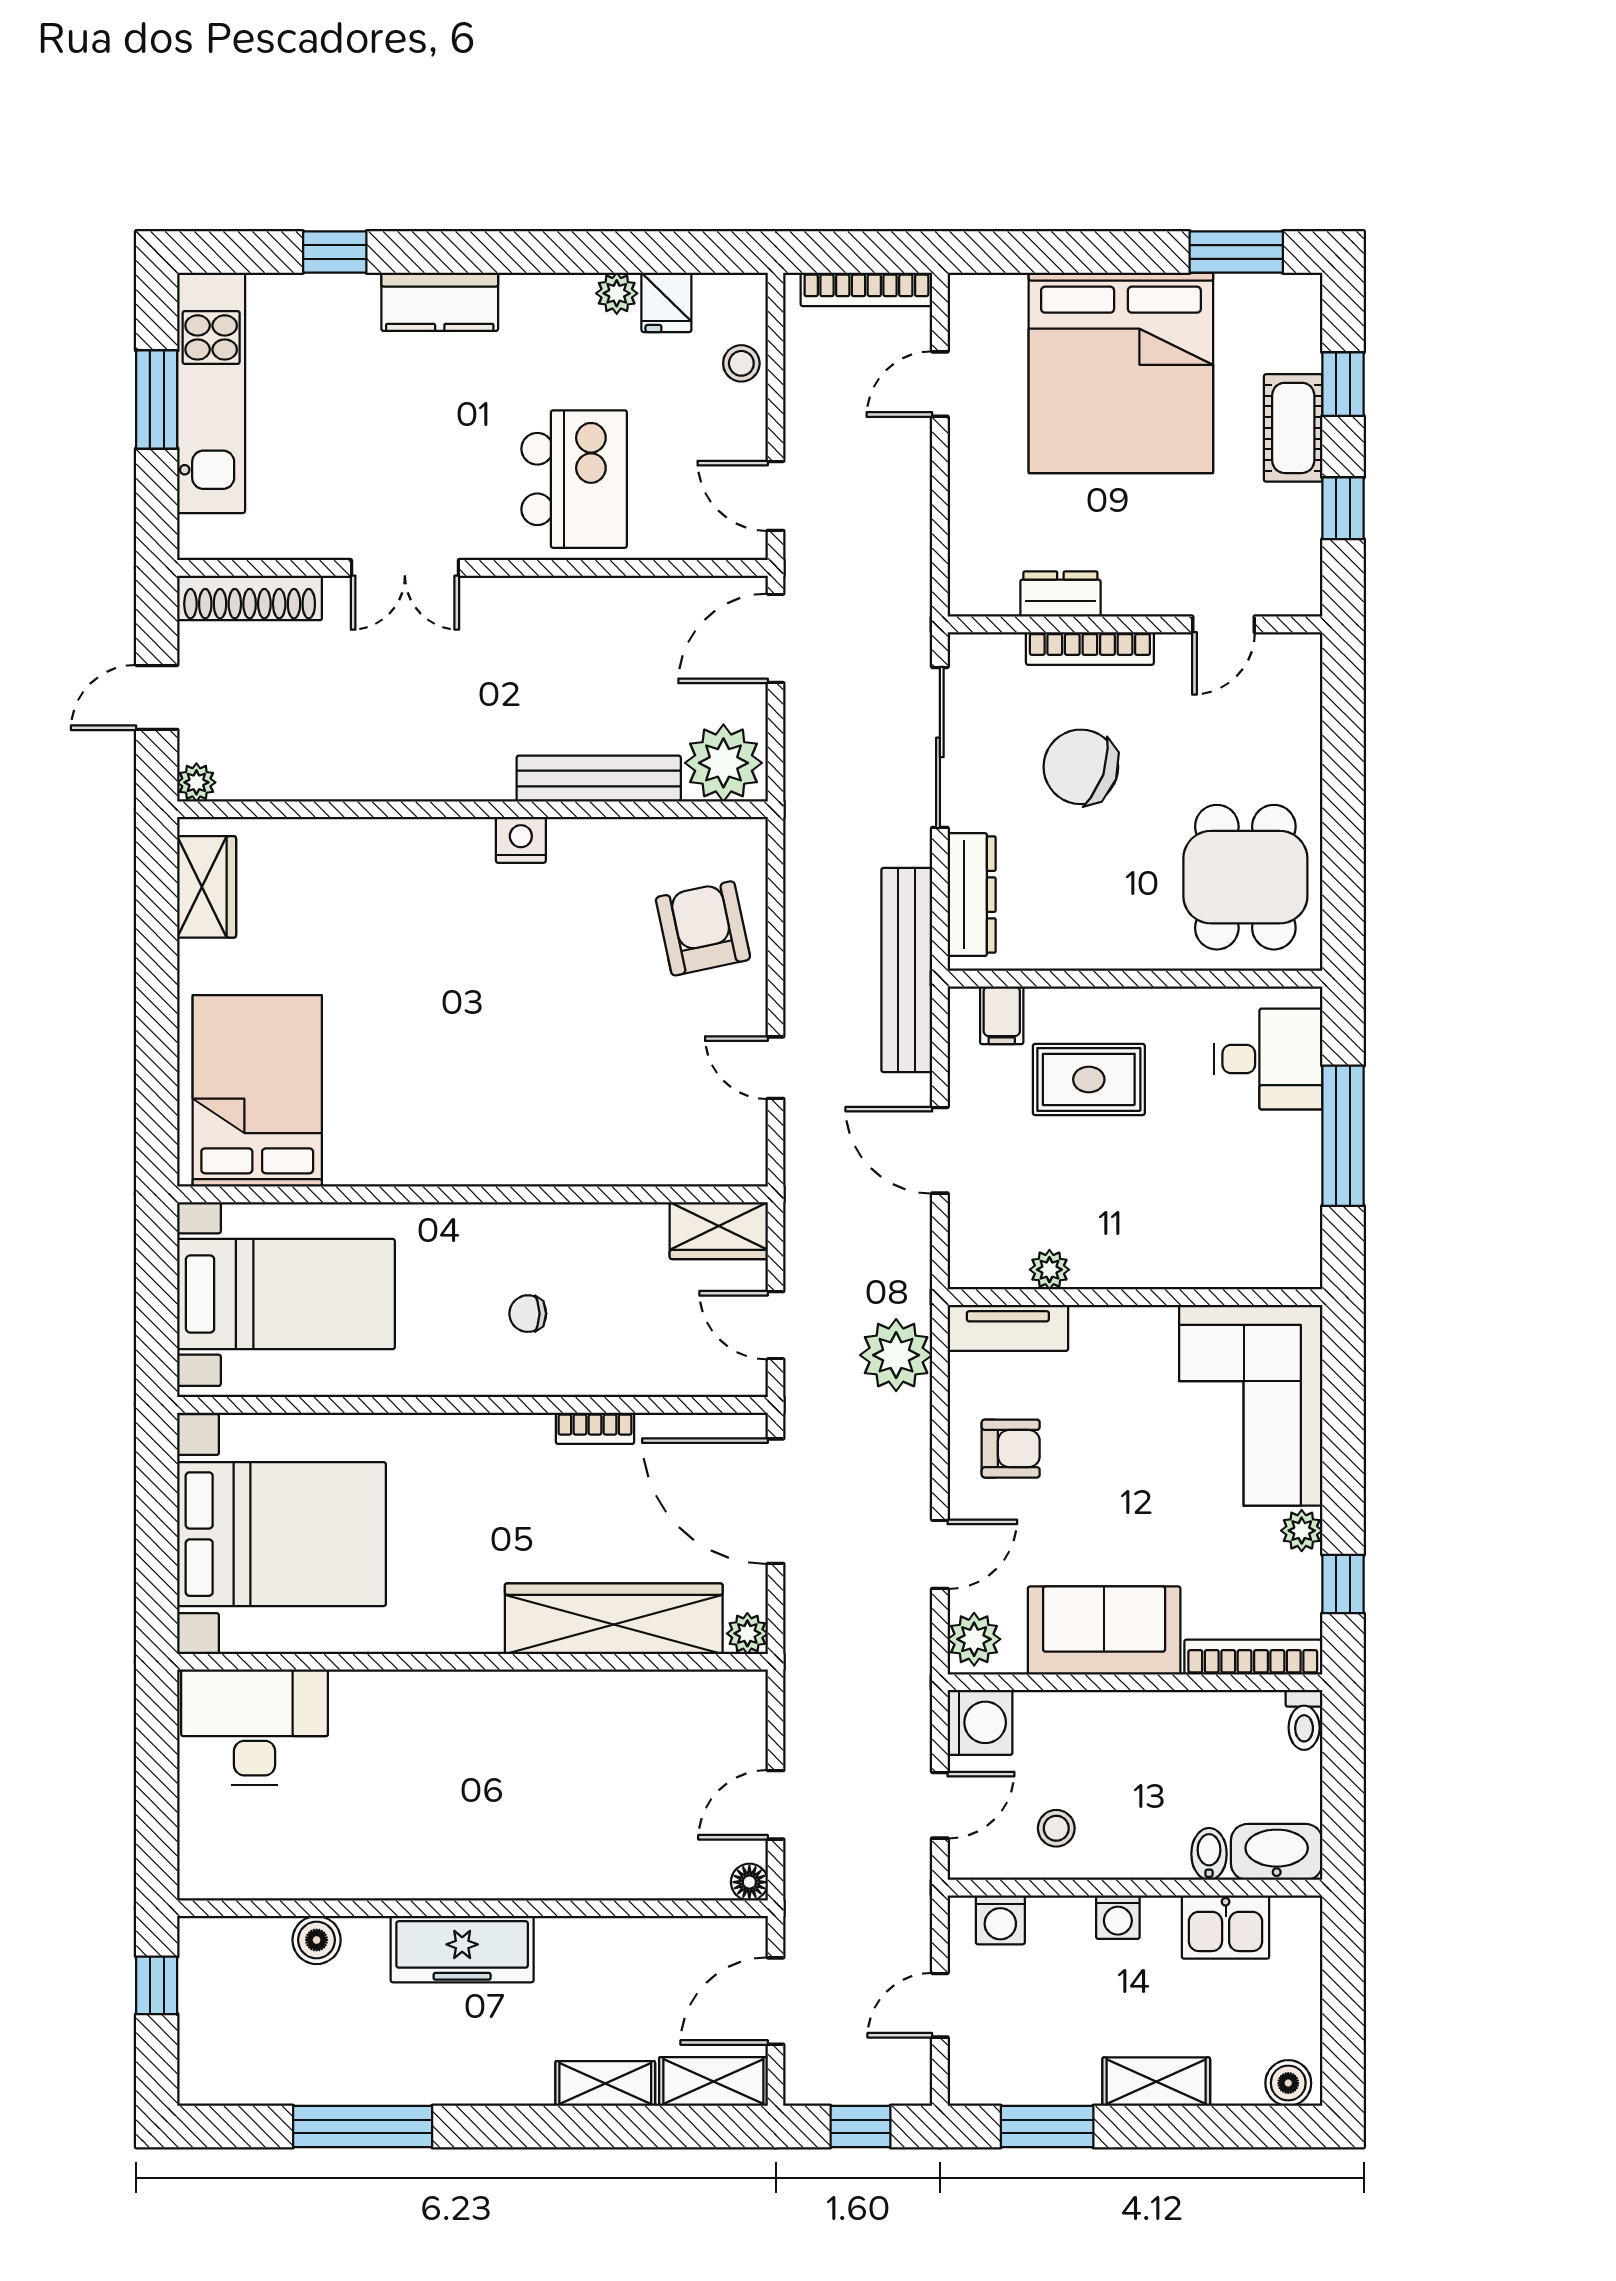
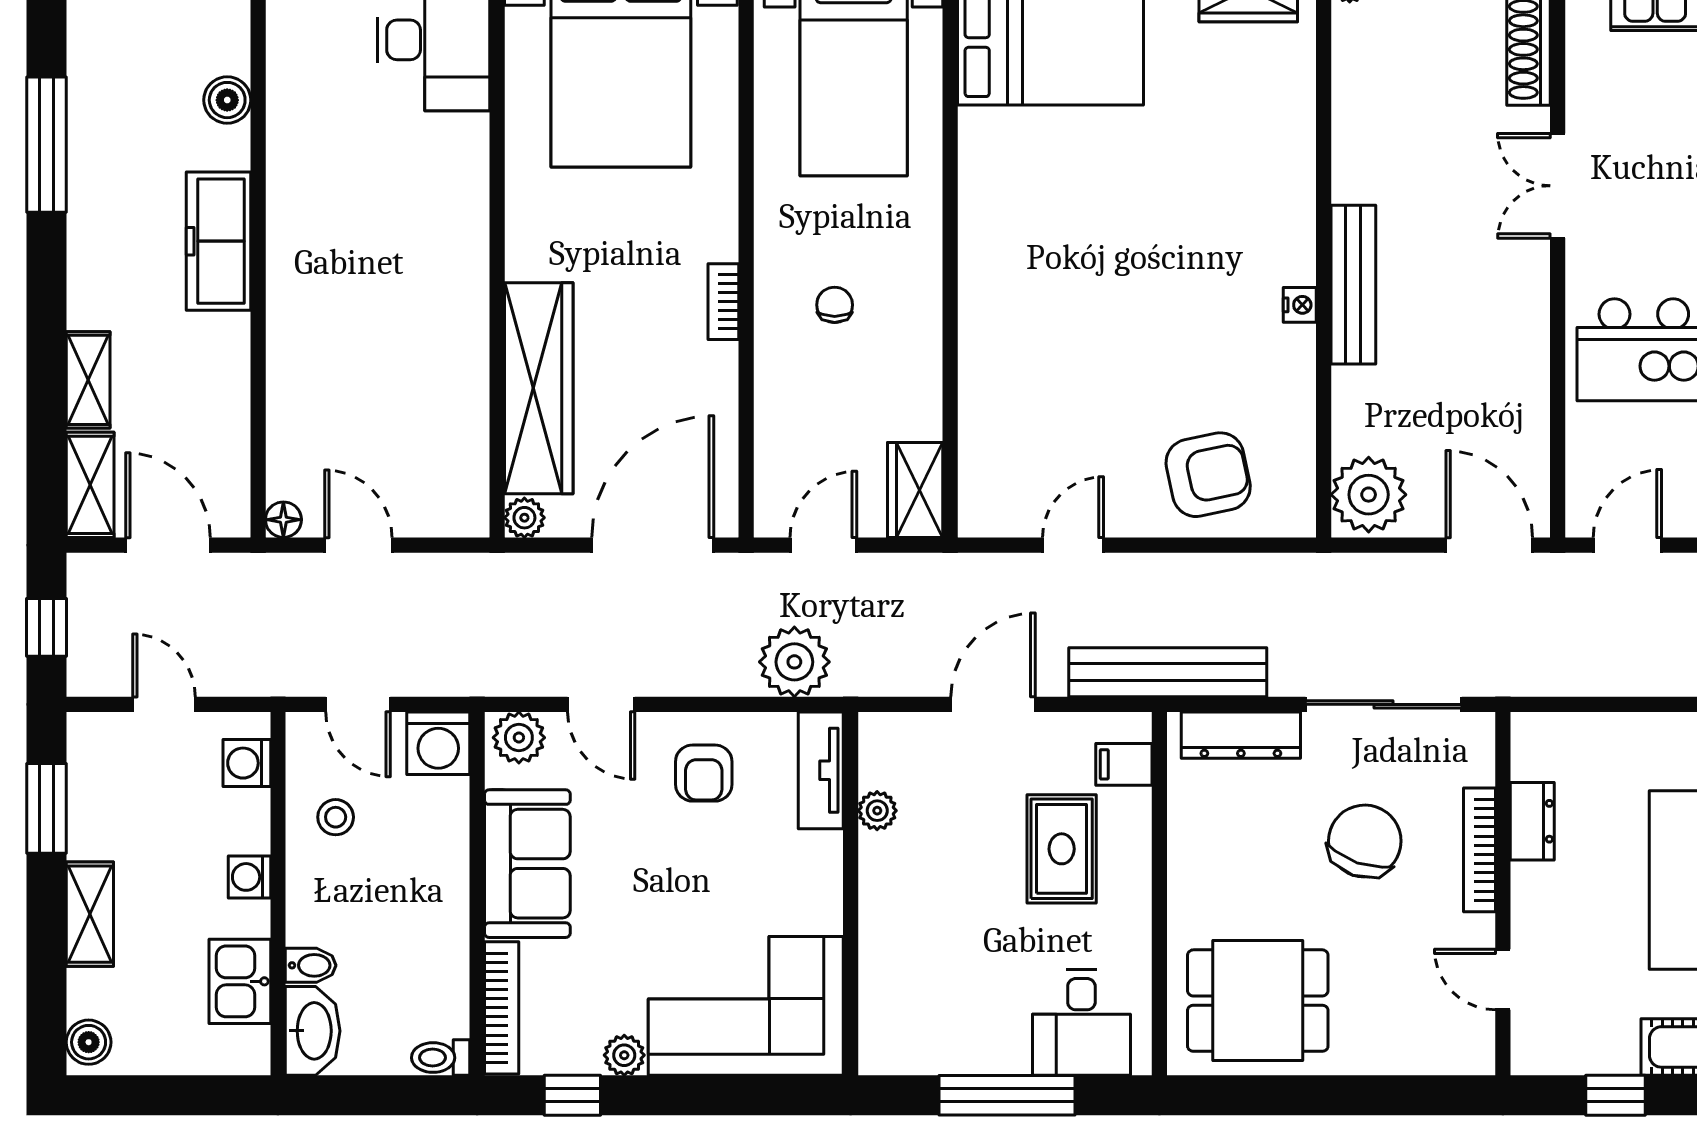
bench: (599, 779) -> (1353, 285), moved
nightstand: (521, 840) -> (1300, 305), width x0.72, depth x0.74
bookcase: (595, 1428) -> (723, 302), moved

